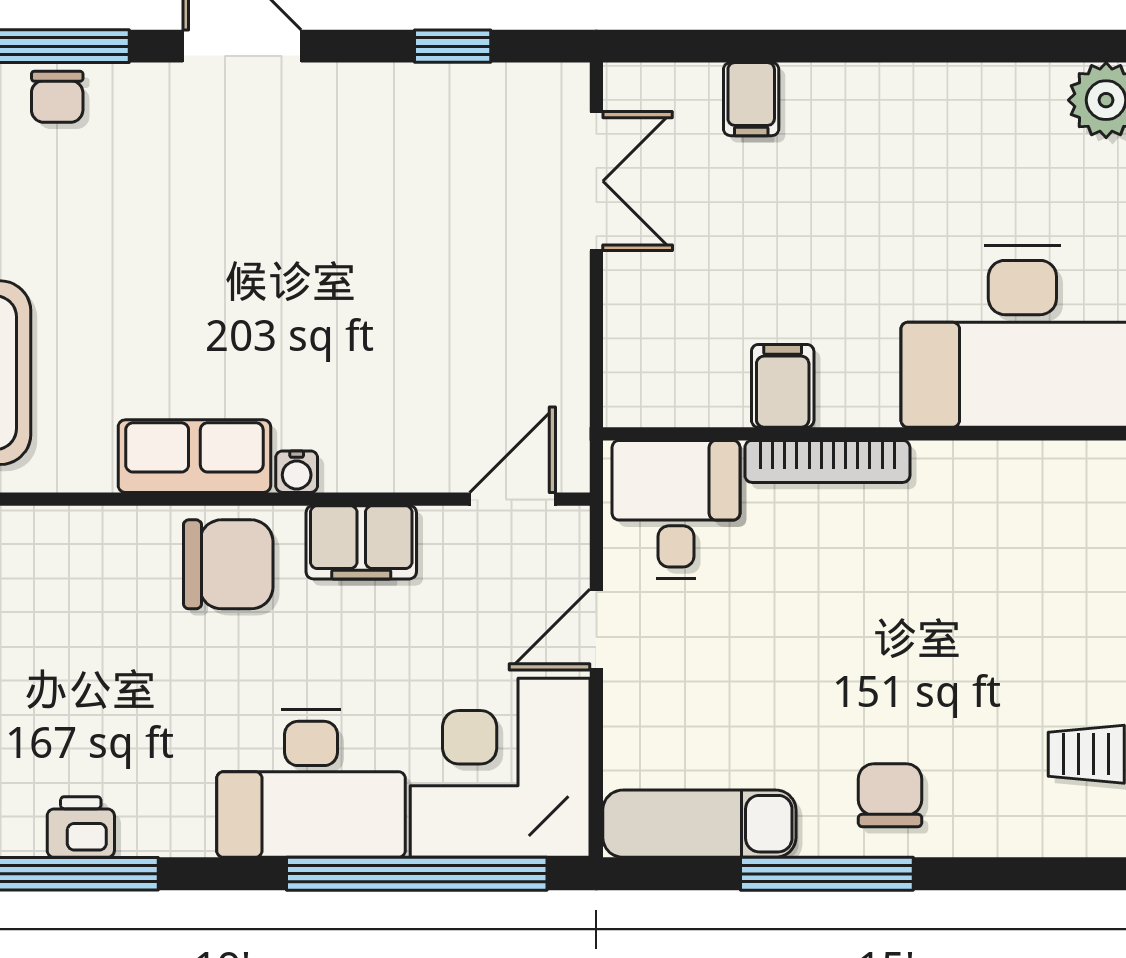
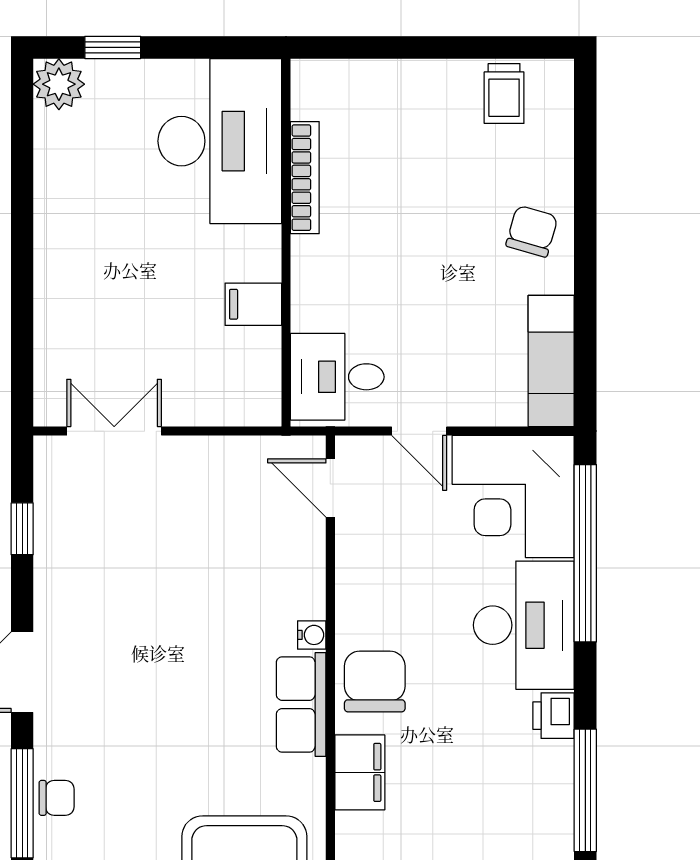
filing cabinet: (751, 99) -> (58, 326), removed
bookcase: (827, 461) -> (305, 178), moved
filing cabinet: (361, 542) -> (360, 772), moved
chair: (890, 795) -> (532, 231), turned 106
printer: (81, 827) -> (554, 716), moved
window: (827, 874) -> (585, 274), removed

